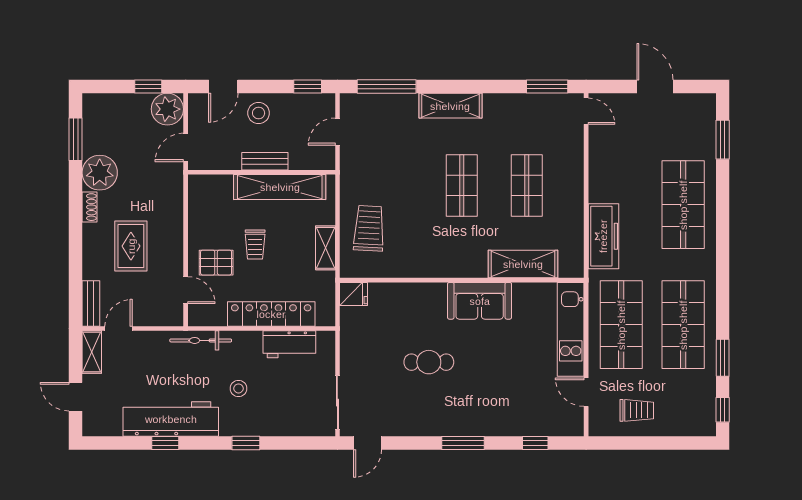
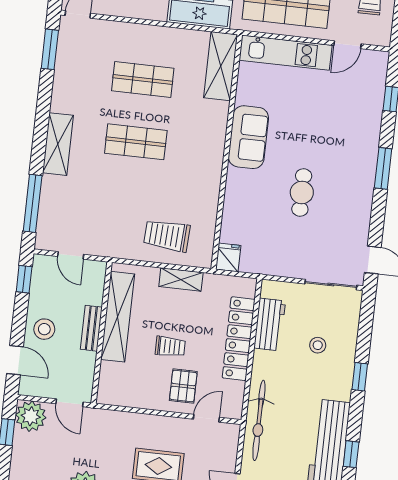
shelving: (523, 264) -> (221, 66), moved
bicycle: (201, 340) -> (259, 420), width x1.37, depth x1.40
stool: (238, 388) -> (318, 345), moved

